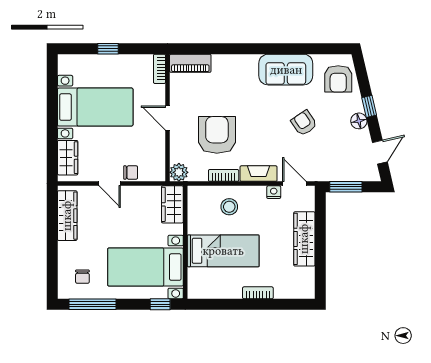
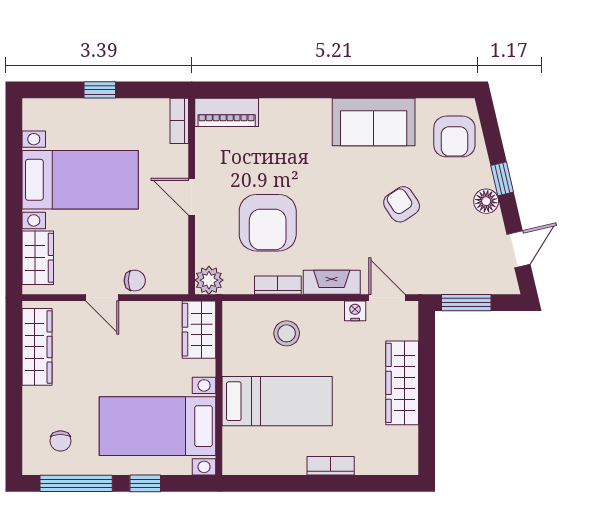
armchair: (217, 135) -> (268, 223), turned 180
window: (160, 304) -> (145, 483), moved

